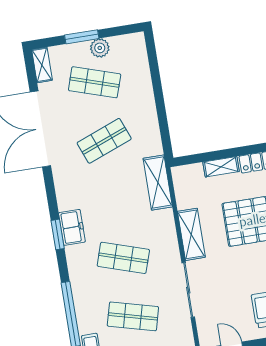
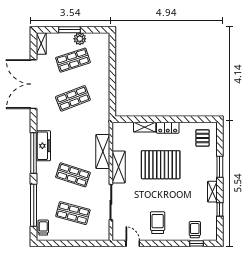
shop shelf: (95, 82) -> (73, 60), turned -36
shelving: (158, 183) -> (103, 152), moved
freezer: (72, 227) -> (43, 146), width x1.40
window: (58, 234) -> (34, 153), width x2.11

